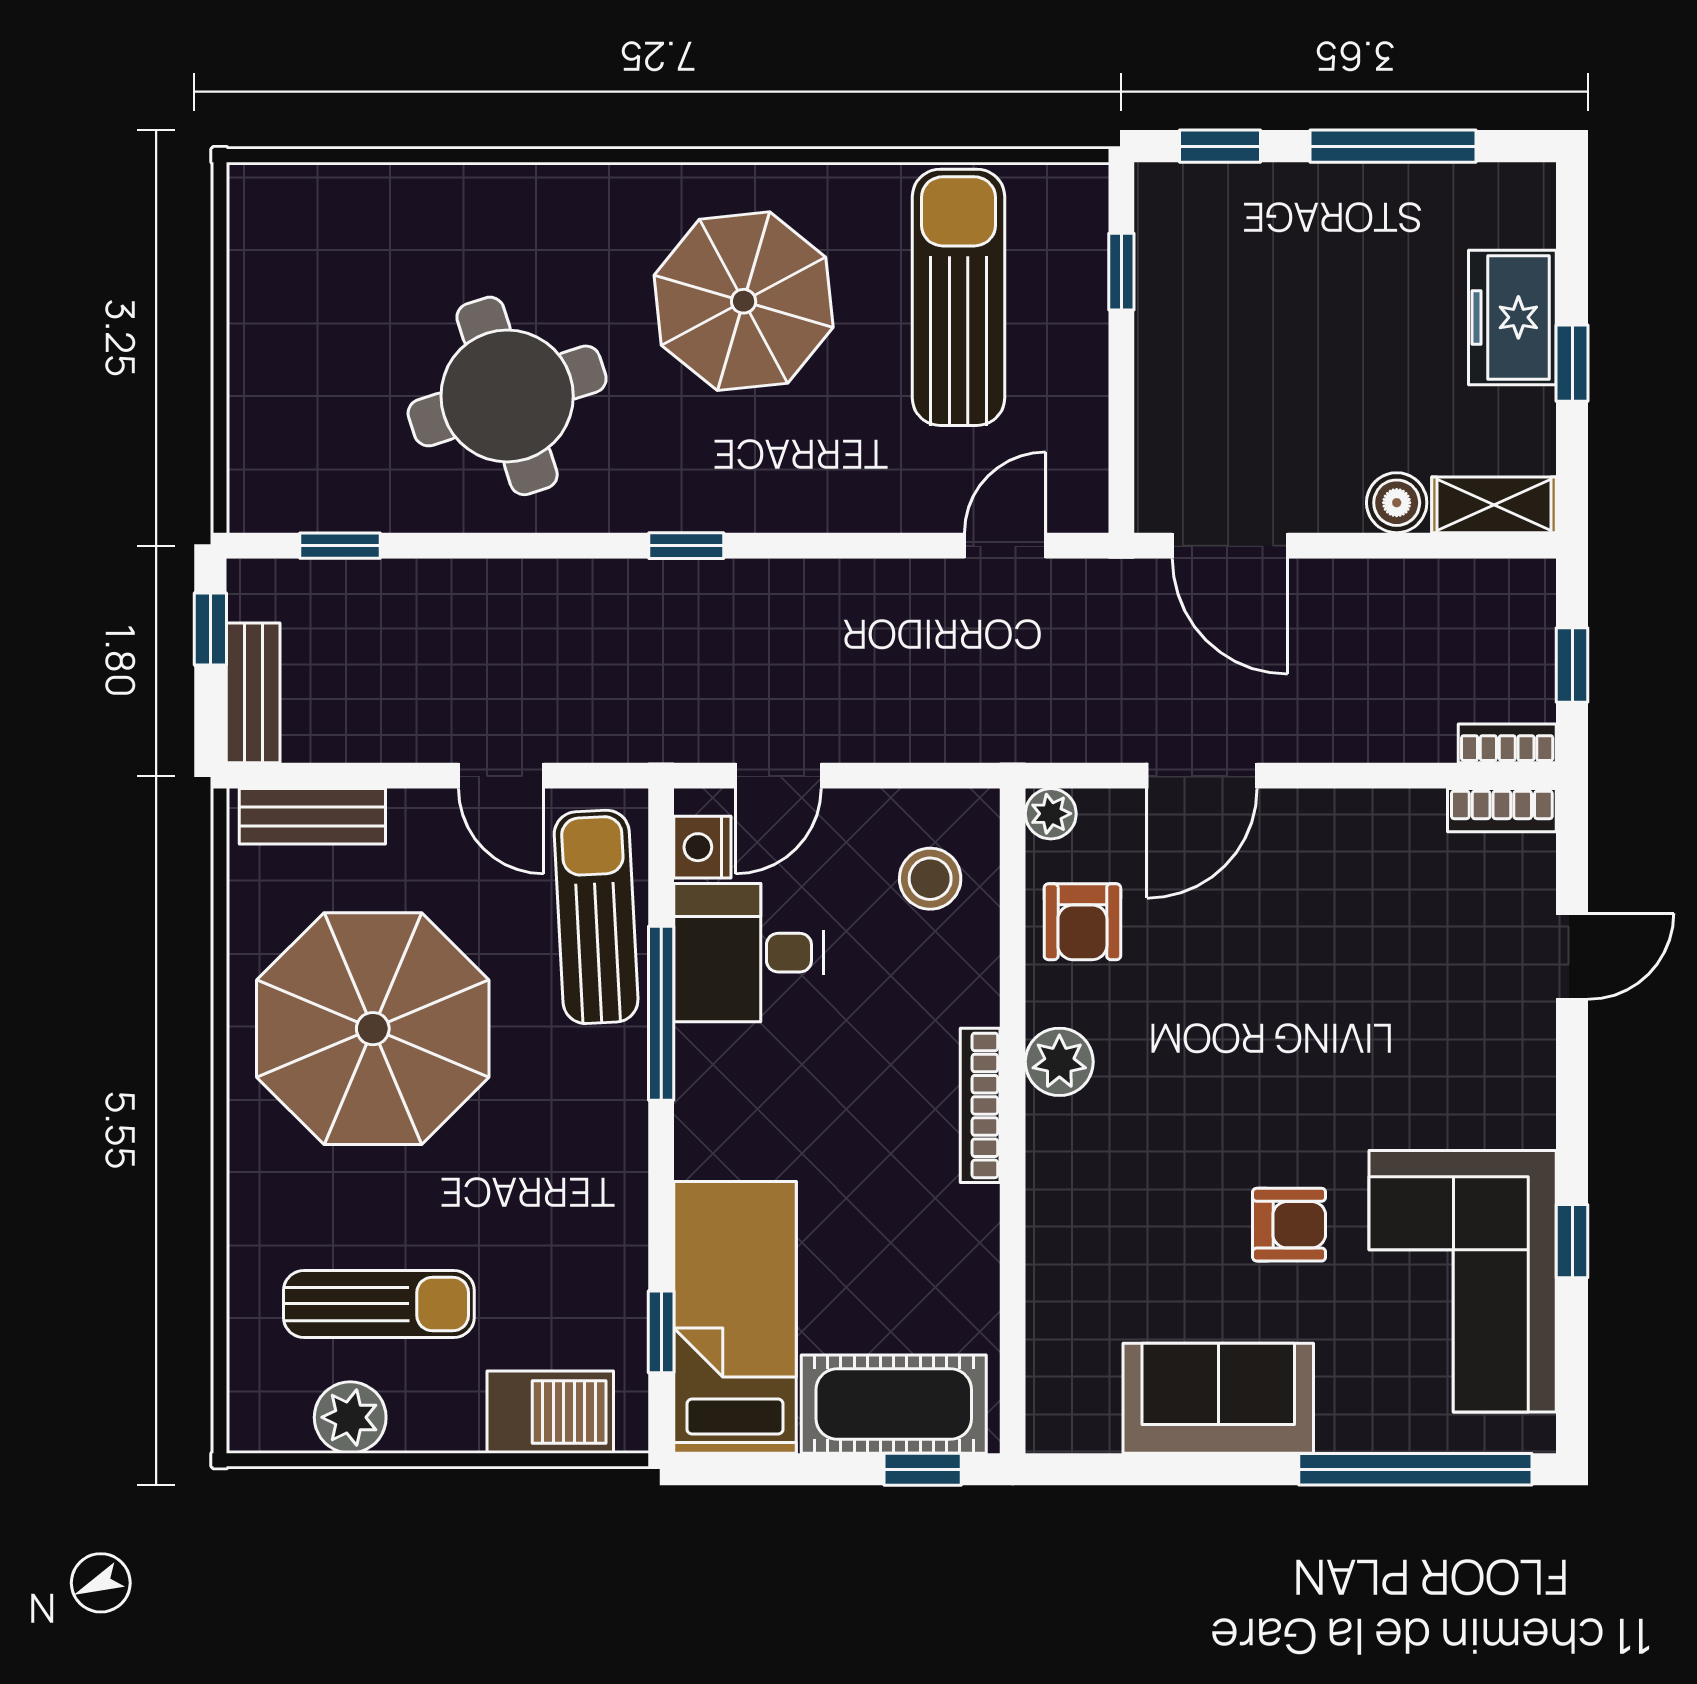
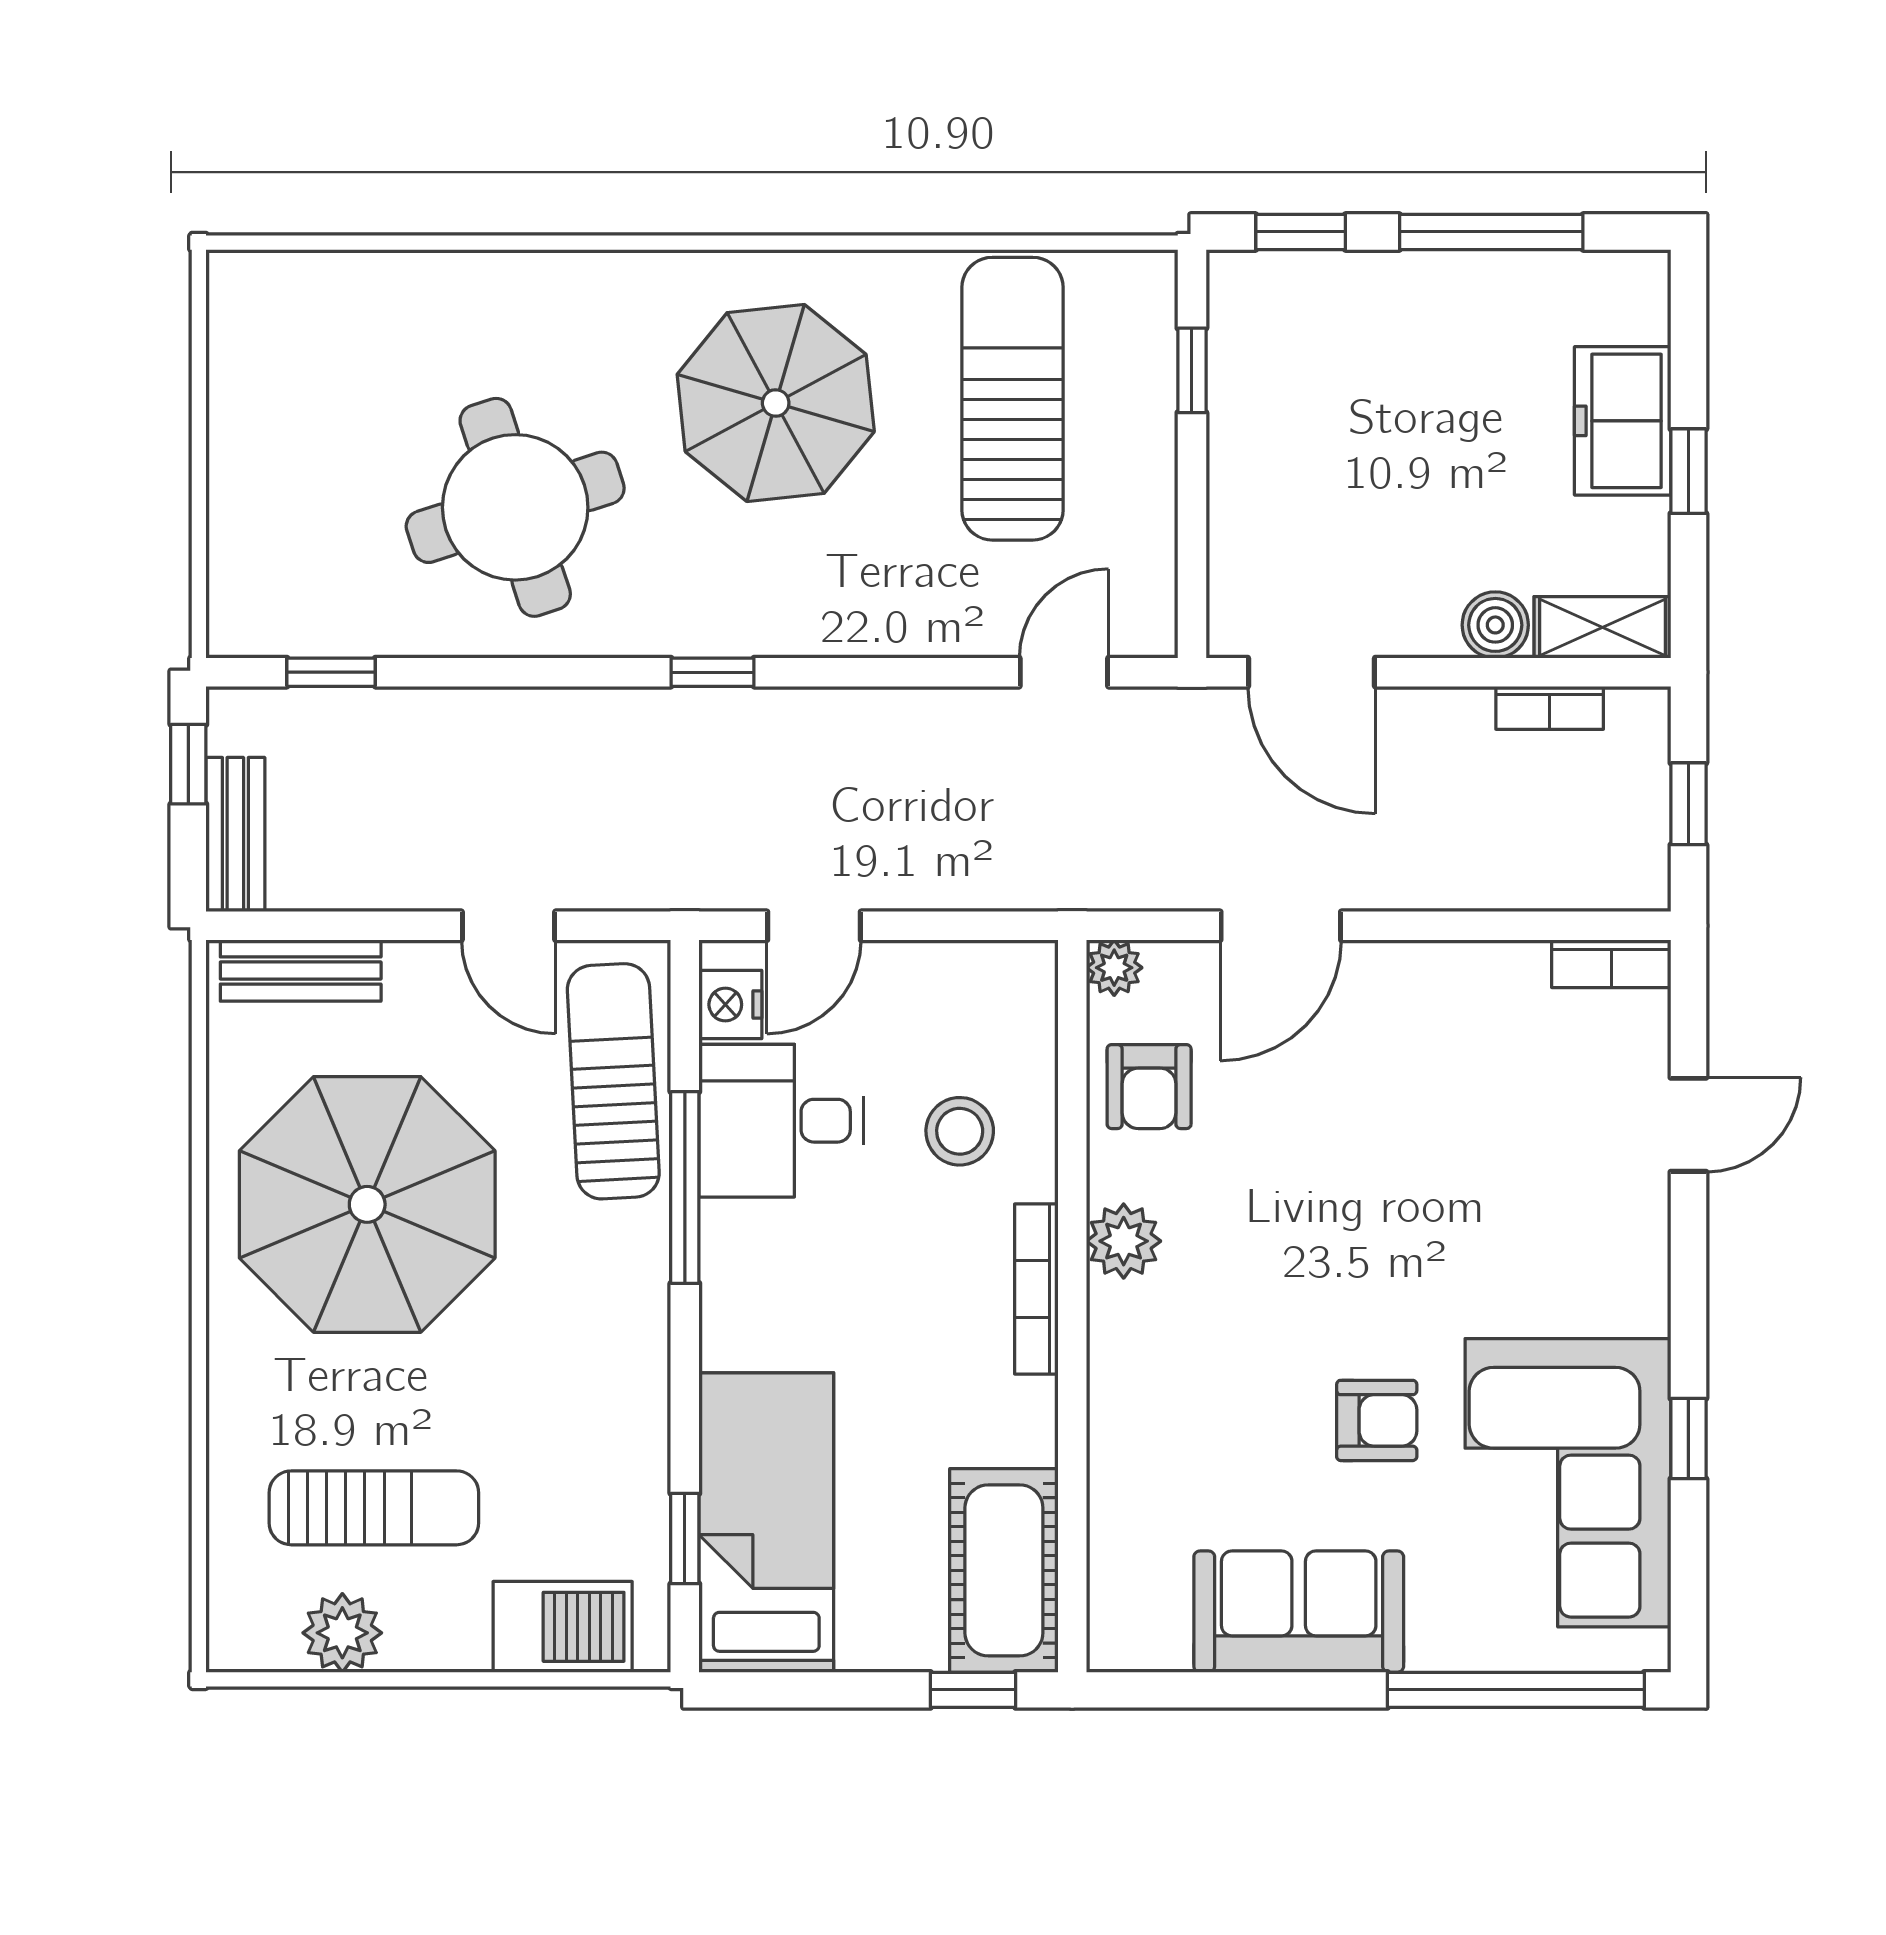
bookcase: (1507, 743) -> (1550, 708), moved, turned 180
stool: (930, 879) -> (960, 1131), moved
cot: (894, 1404) -> (1004, 1570), moved, turned 90

